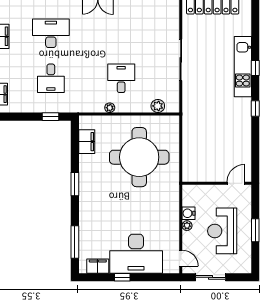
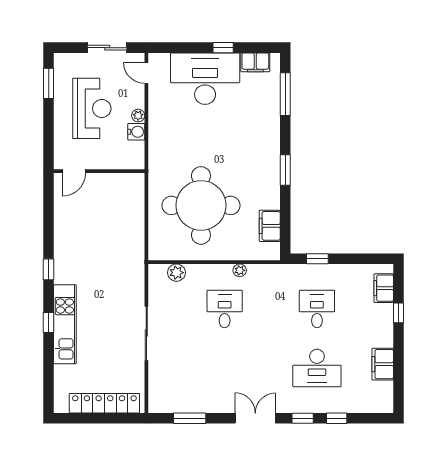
desk: (121, 78) -> (225, 309), turned 180
window: (255, 230) -> (49, 83), moved

